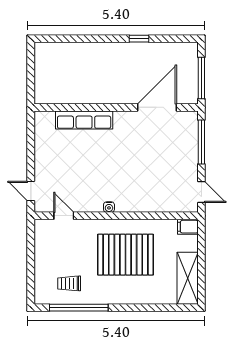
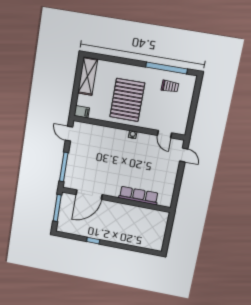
pallet: (125, 255) -> (127, 100), turned 90

